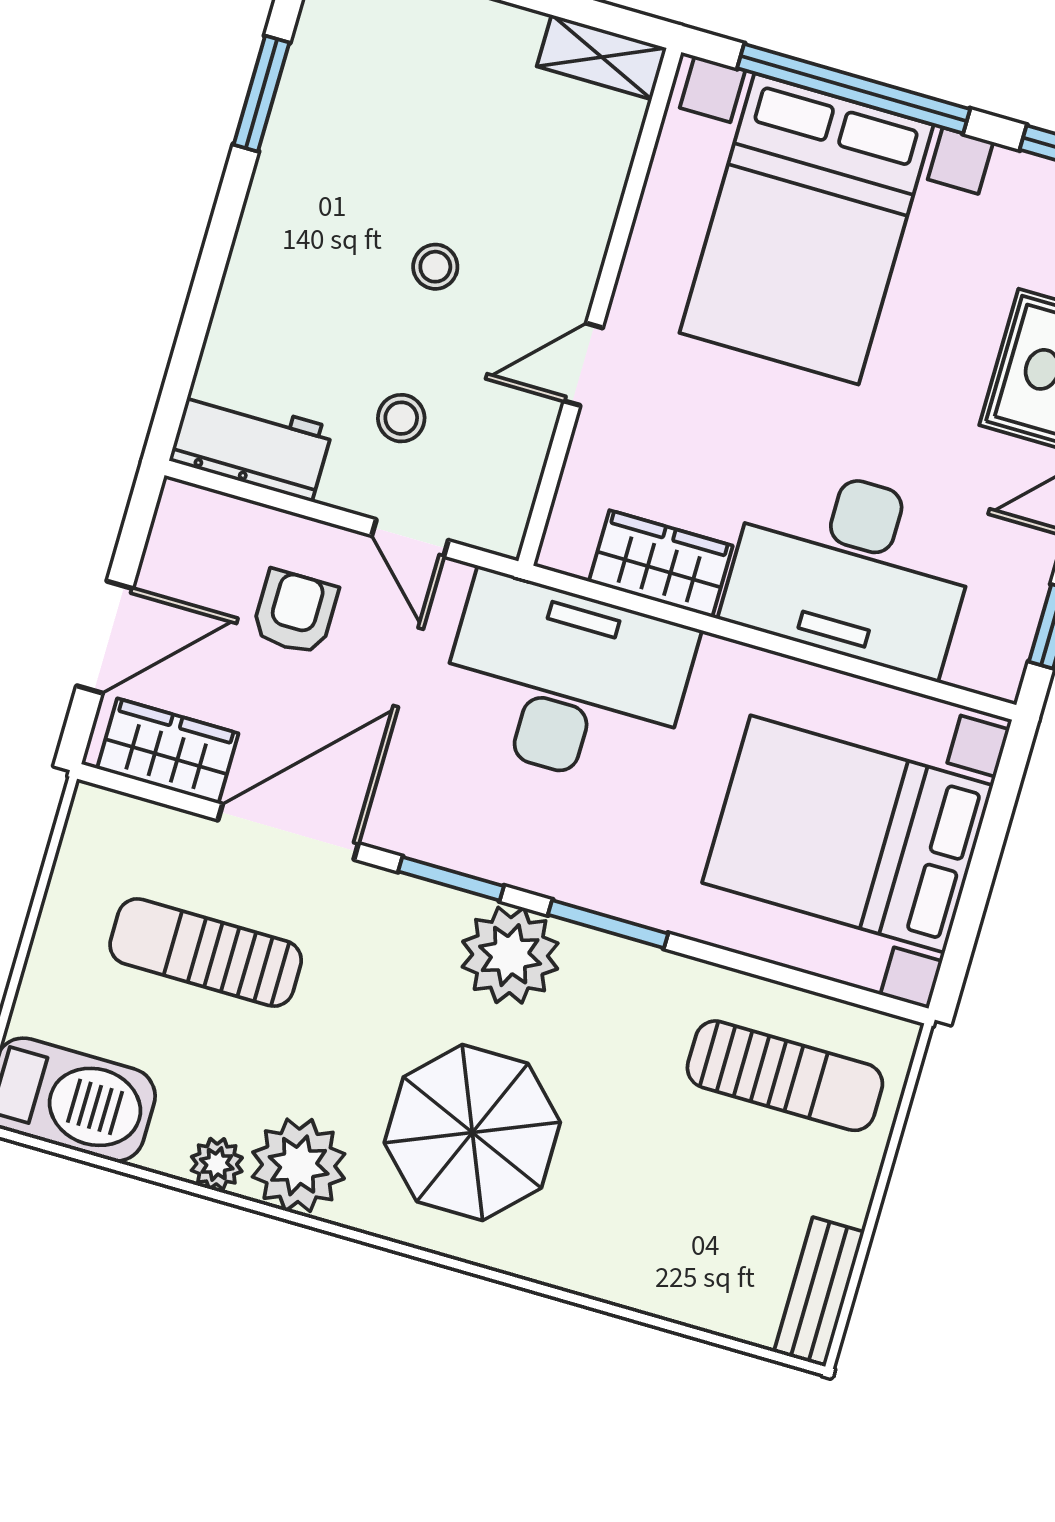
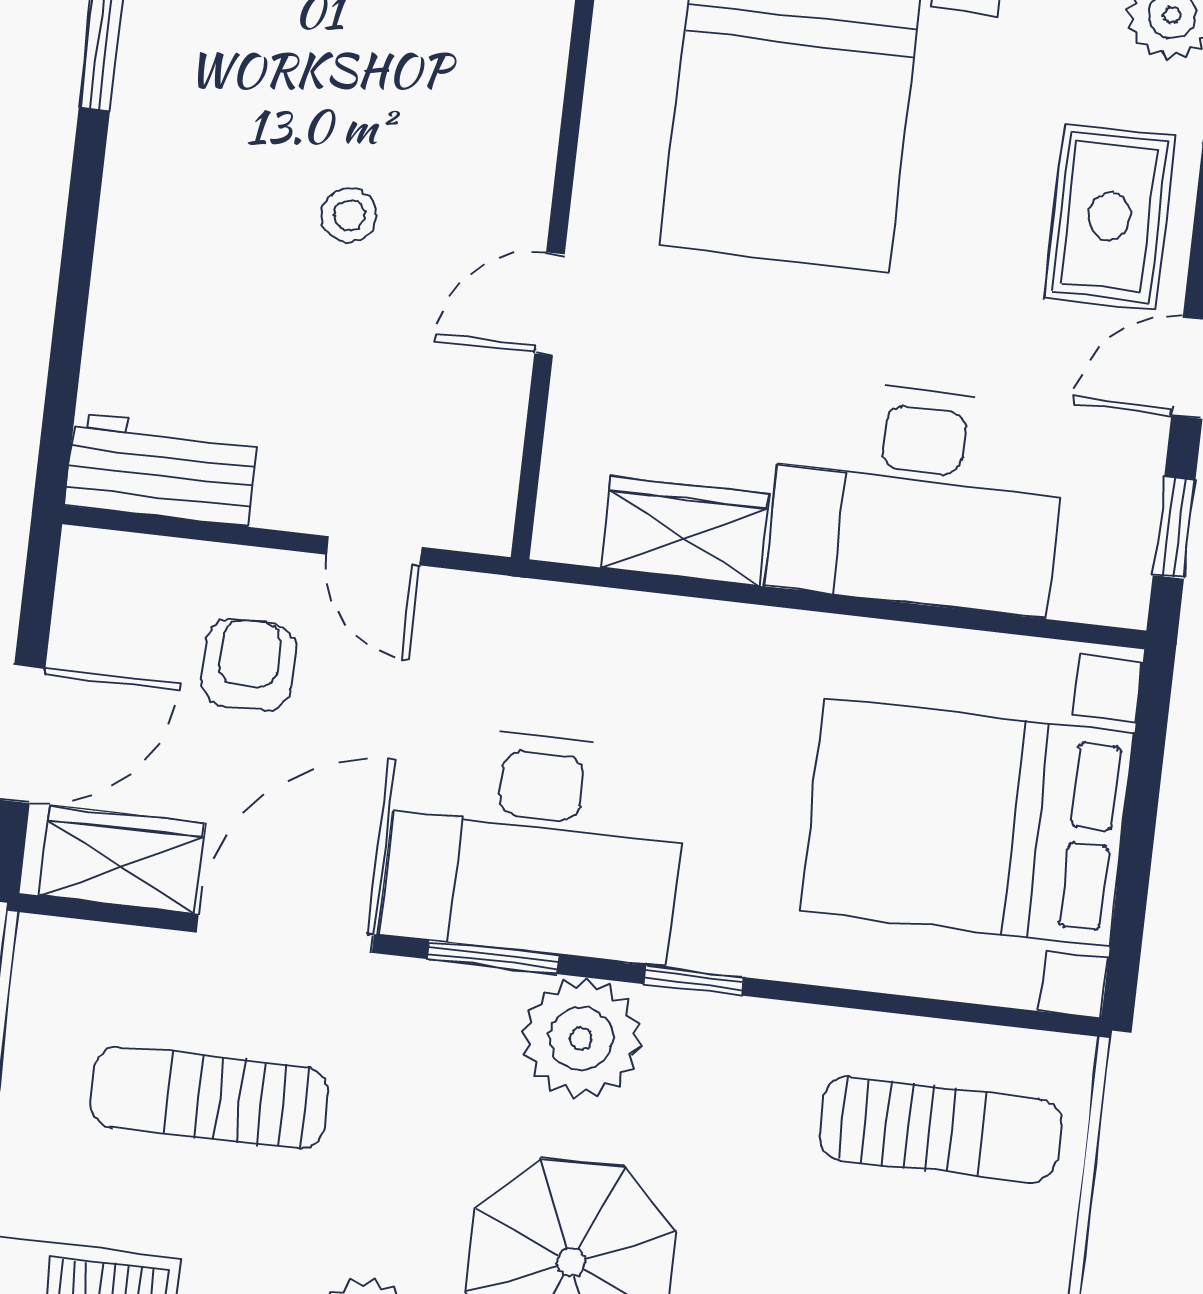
stool: (401, 418) -> (339, 406), removed
desk: (566, 682) -> (535, 844), moved, turned 180
window: (608, 924) -> (694, 981), width x0.67

